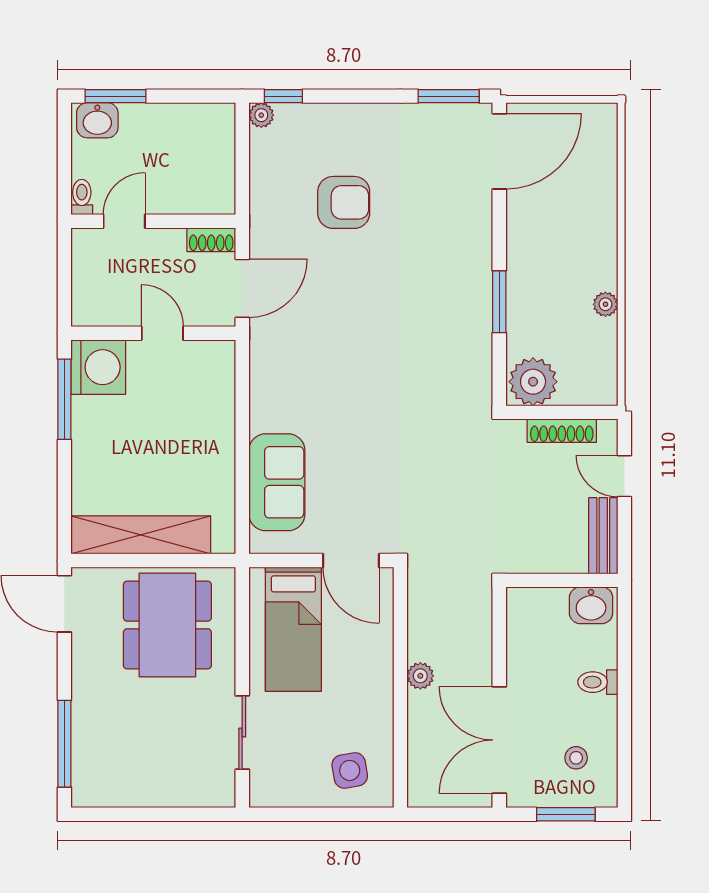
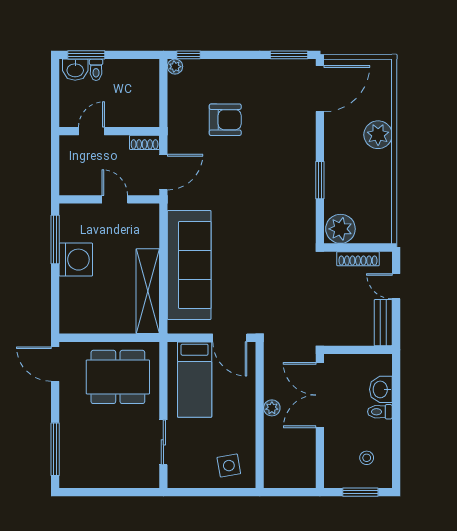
toilet: (82, 197) -> (96, 70), moved, turned 180
plant: (605, 304) -> (378, 135), moved, width x1.88, depth x1.88
washing machine: (98, 367) -> (76, 260), moved
sofa: (277, 482) -> (189, 265), width x1.85, depth x1.27
shelving: (141, 535) -> (148, 291), moved, turned 90
washbasin: (591, 605) -> (381, 389), moved, turned 90
dining table: (167, 625) -> (118, 377), turned 90
double door: (499, 740) -> (320, 395), moved

